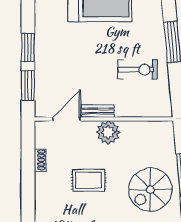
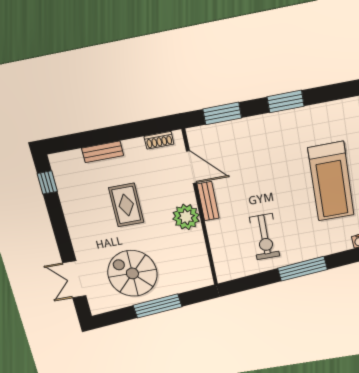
window: (28, 48) -> (285, 101), moved
shoe rack: (40, 160) -> (159, 140), moved
bench: (41, 189) -> (103, 152), added

